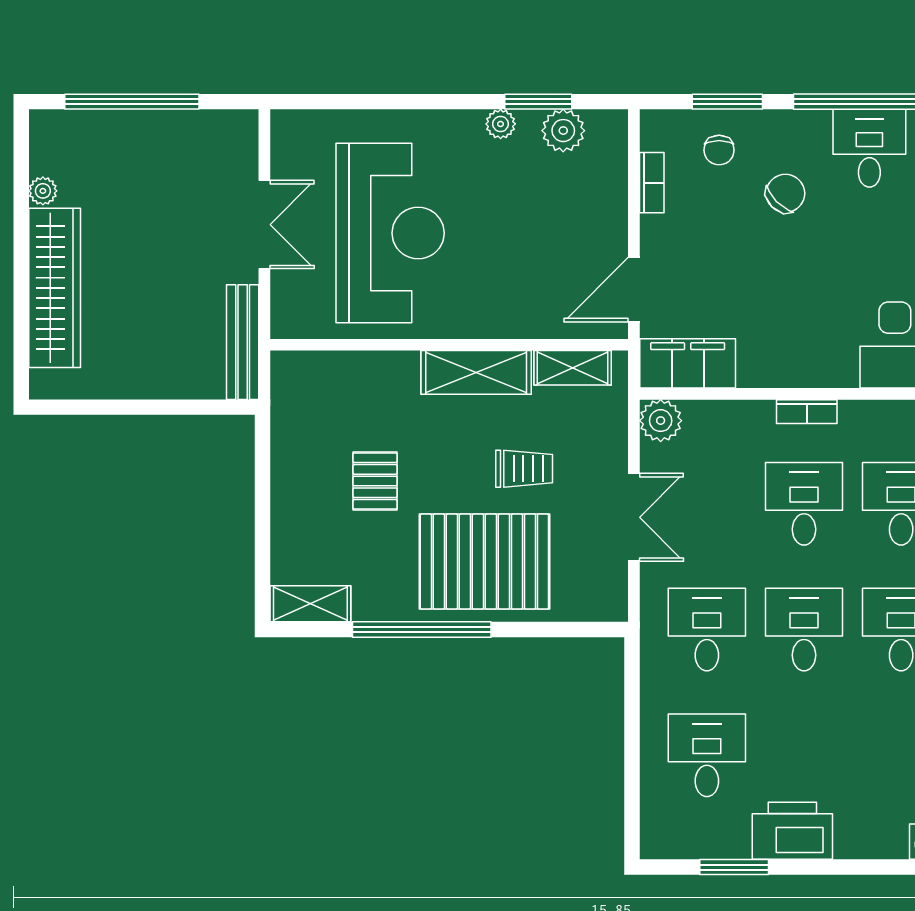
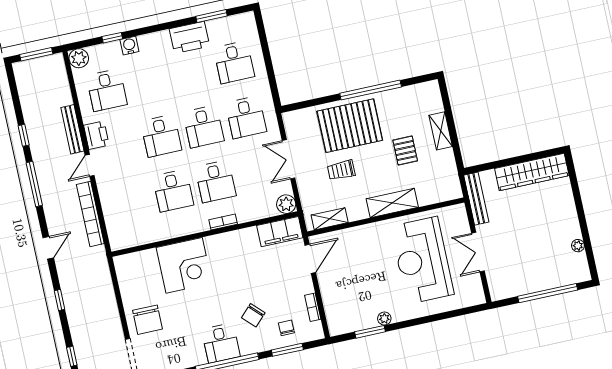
plant: (563, 131) -> (356, 322), removed
wardrobe: (55, 288) -> (532, 172), moved, turned -90
shelving: (476, 372) -> (392, 203), moved
shelving: (310, 604) -> (441, 131), moved, turned 90

